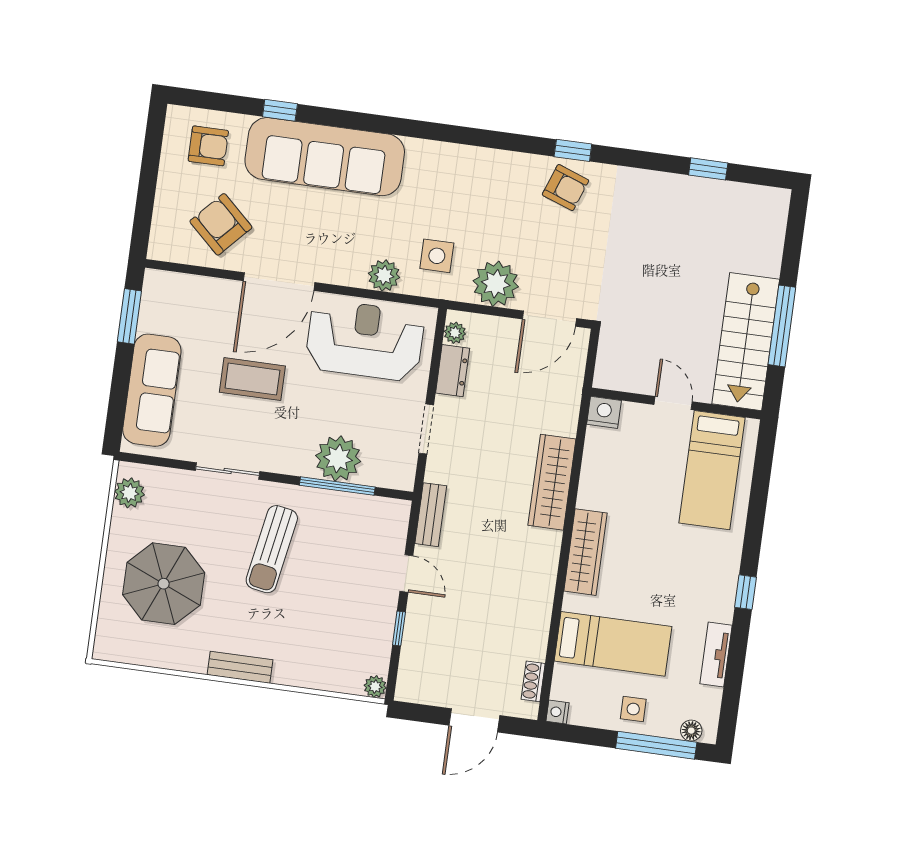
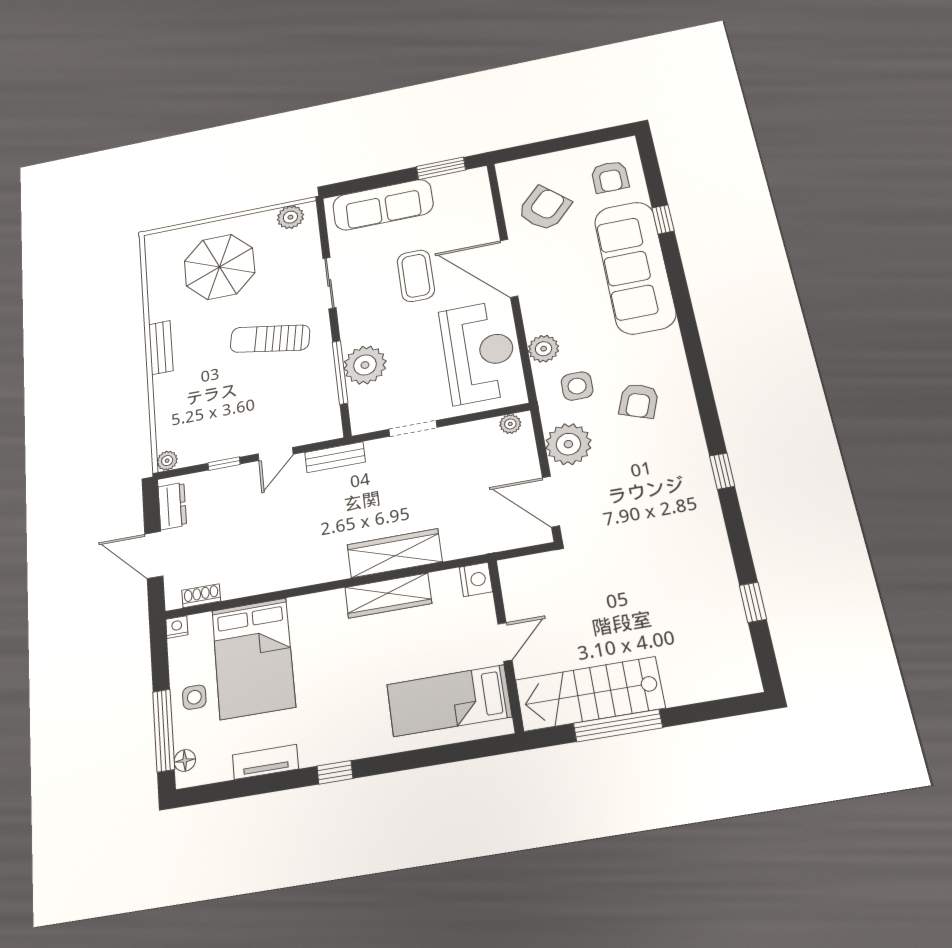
armchair: (565, 188) -> (639, 401), moved
dresser: (453, 371) -> (172, 506), moved, turned -90
wardrobe: (585, 552) -> (388, 596), moved
bed: (613, 644) -> (253, 658), width x1.50

